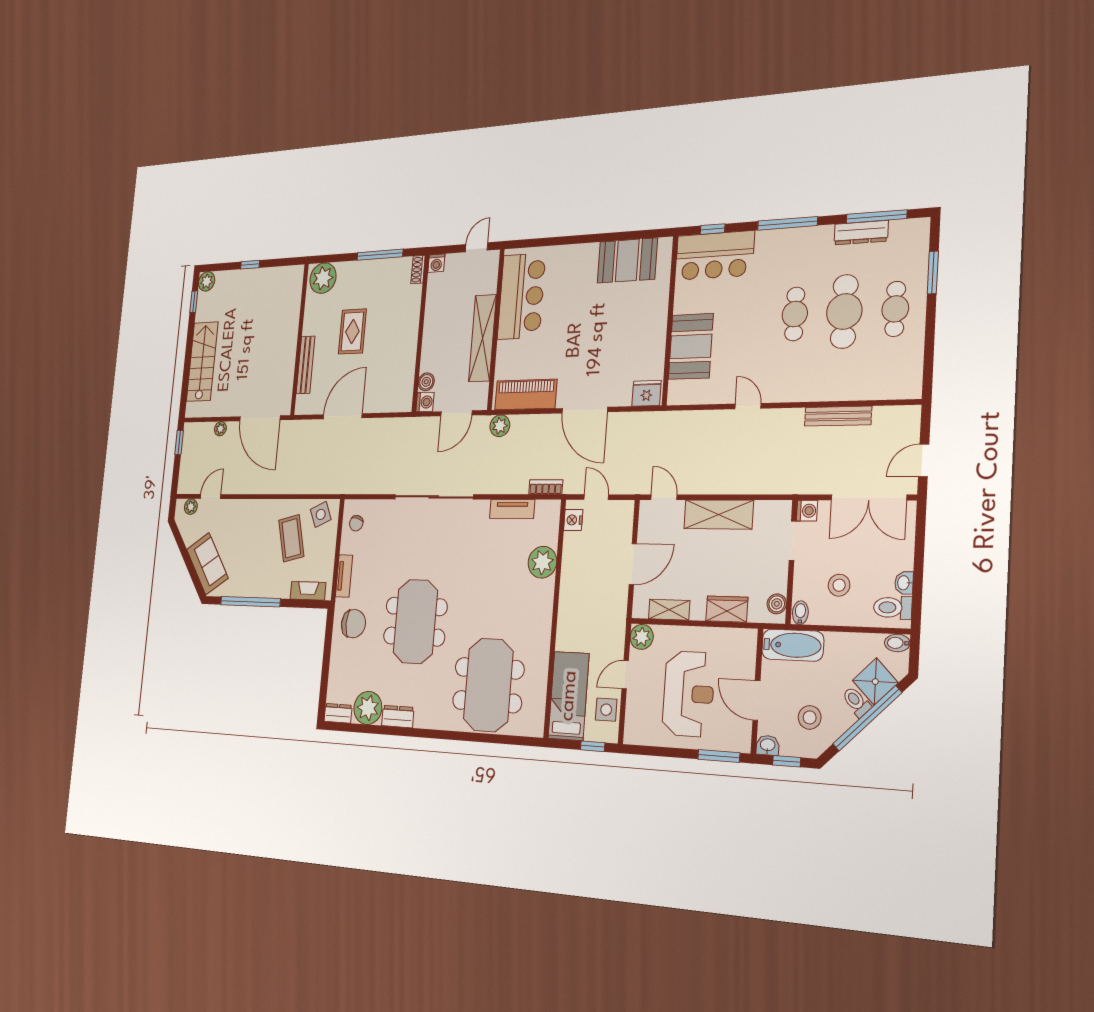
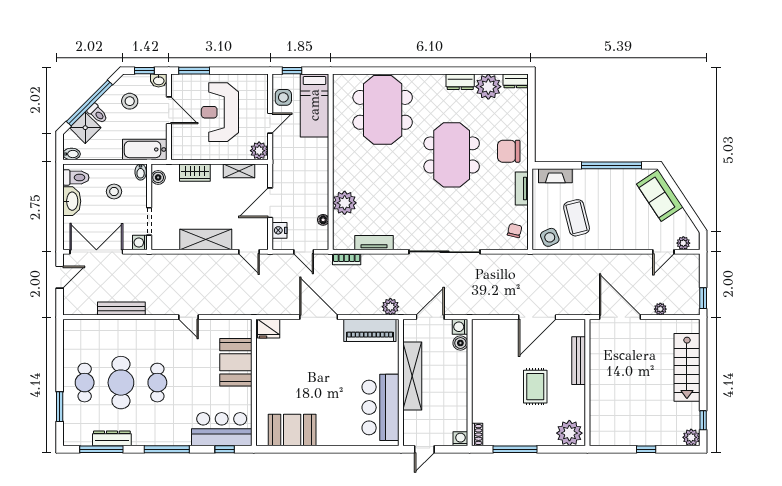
nightstand: (573, 520) -> (279, 230), moved, turned 180
floor lamp: (570, 540) -> (323, 220), added
washbasin: (904, 583) -> (72, 201), width x1.91, depth x1.45

